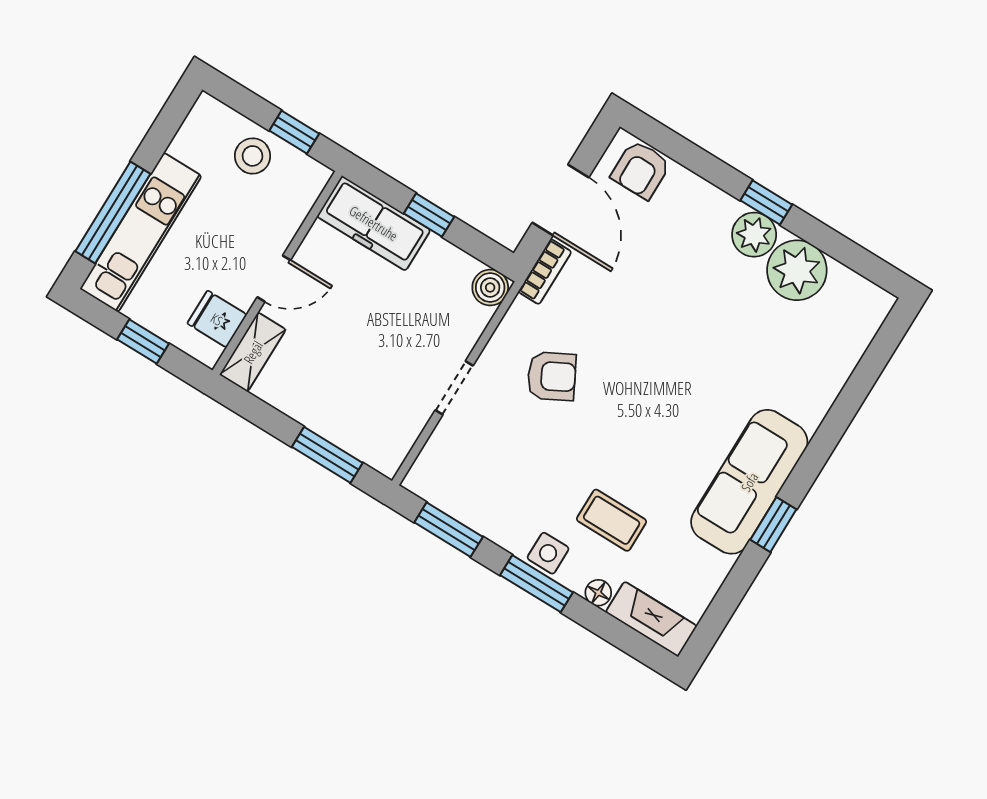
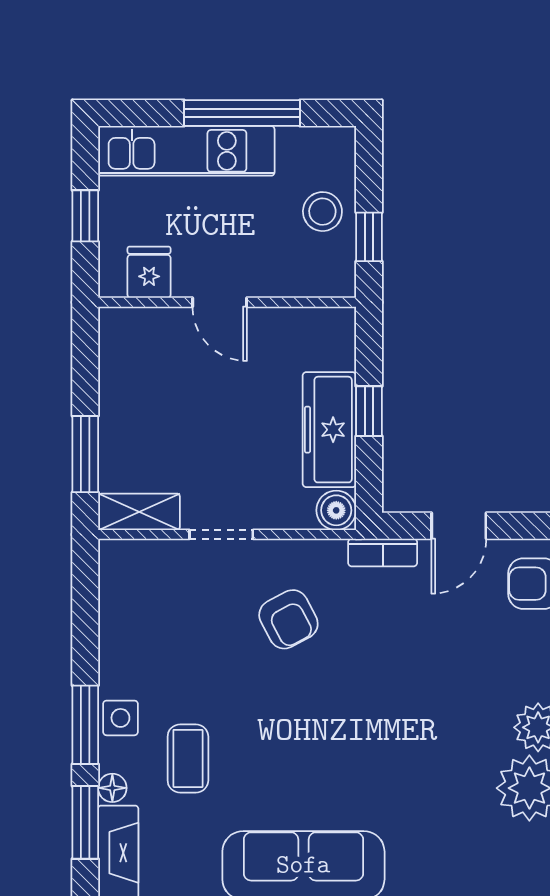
door: (560, 200) -> (459, 526), width x0.73
window: (113, 212) -> (242, 113), moved
freezer: (374, 223) -> (329, 430), moved
shelving: (253, 352) -> (139, 512), moved
window: (449, 530) -> (85, 822), moved

